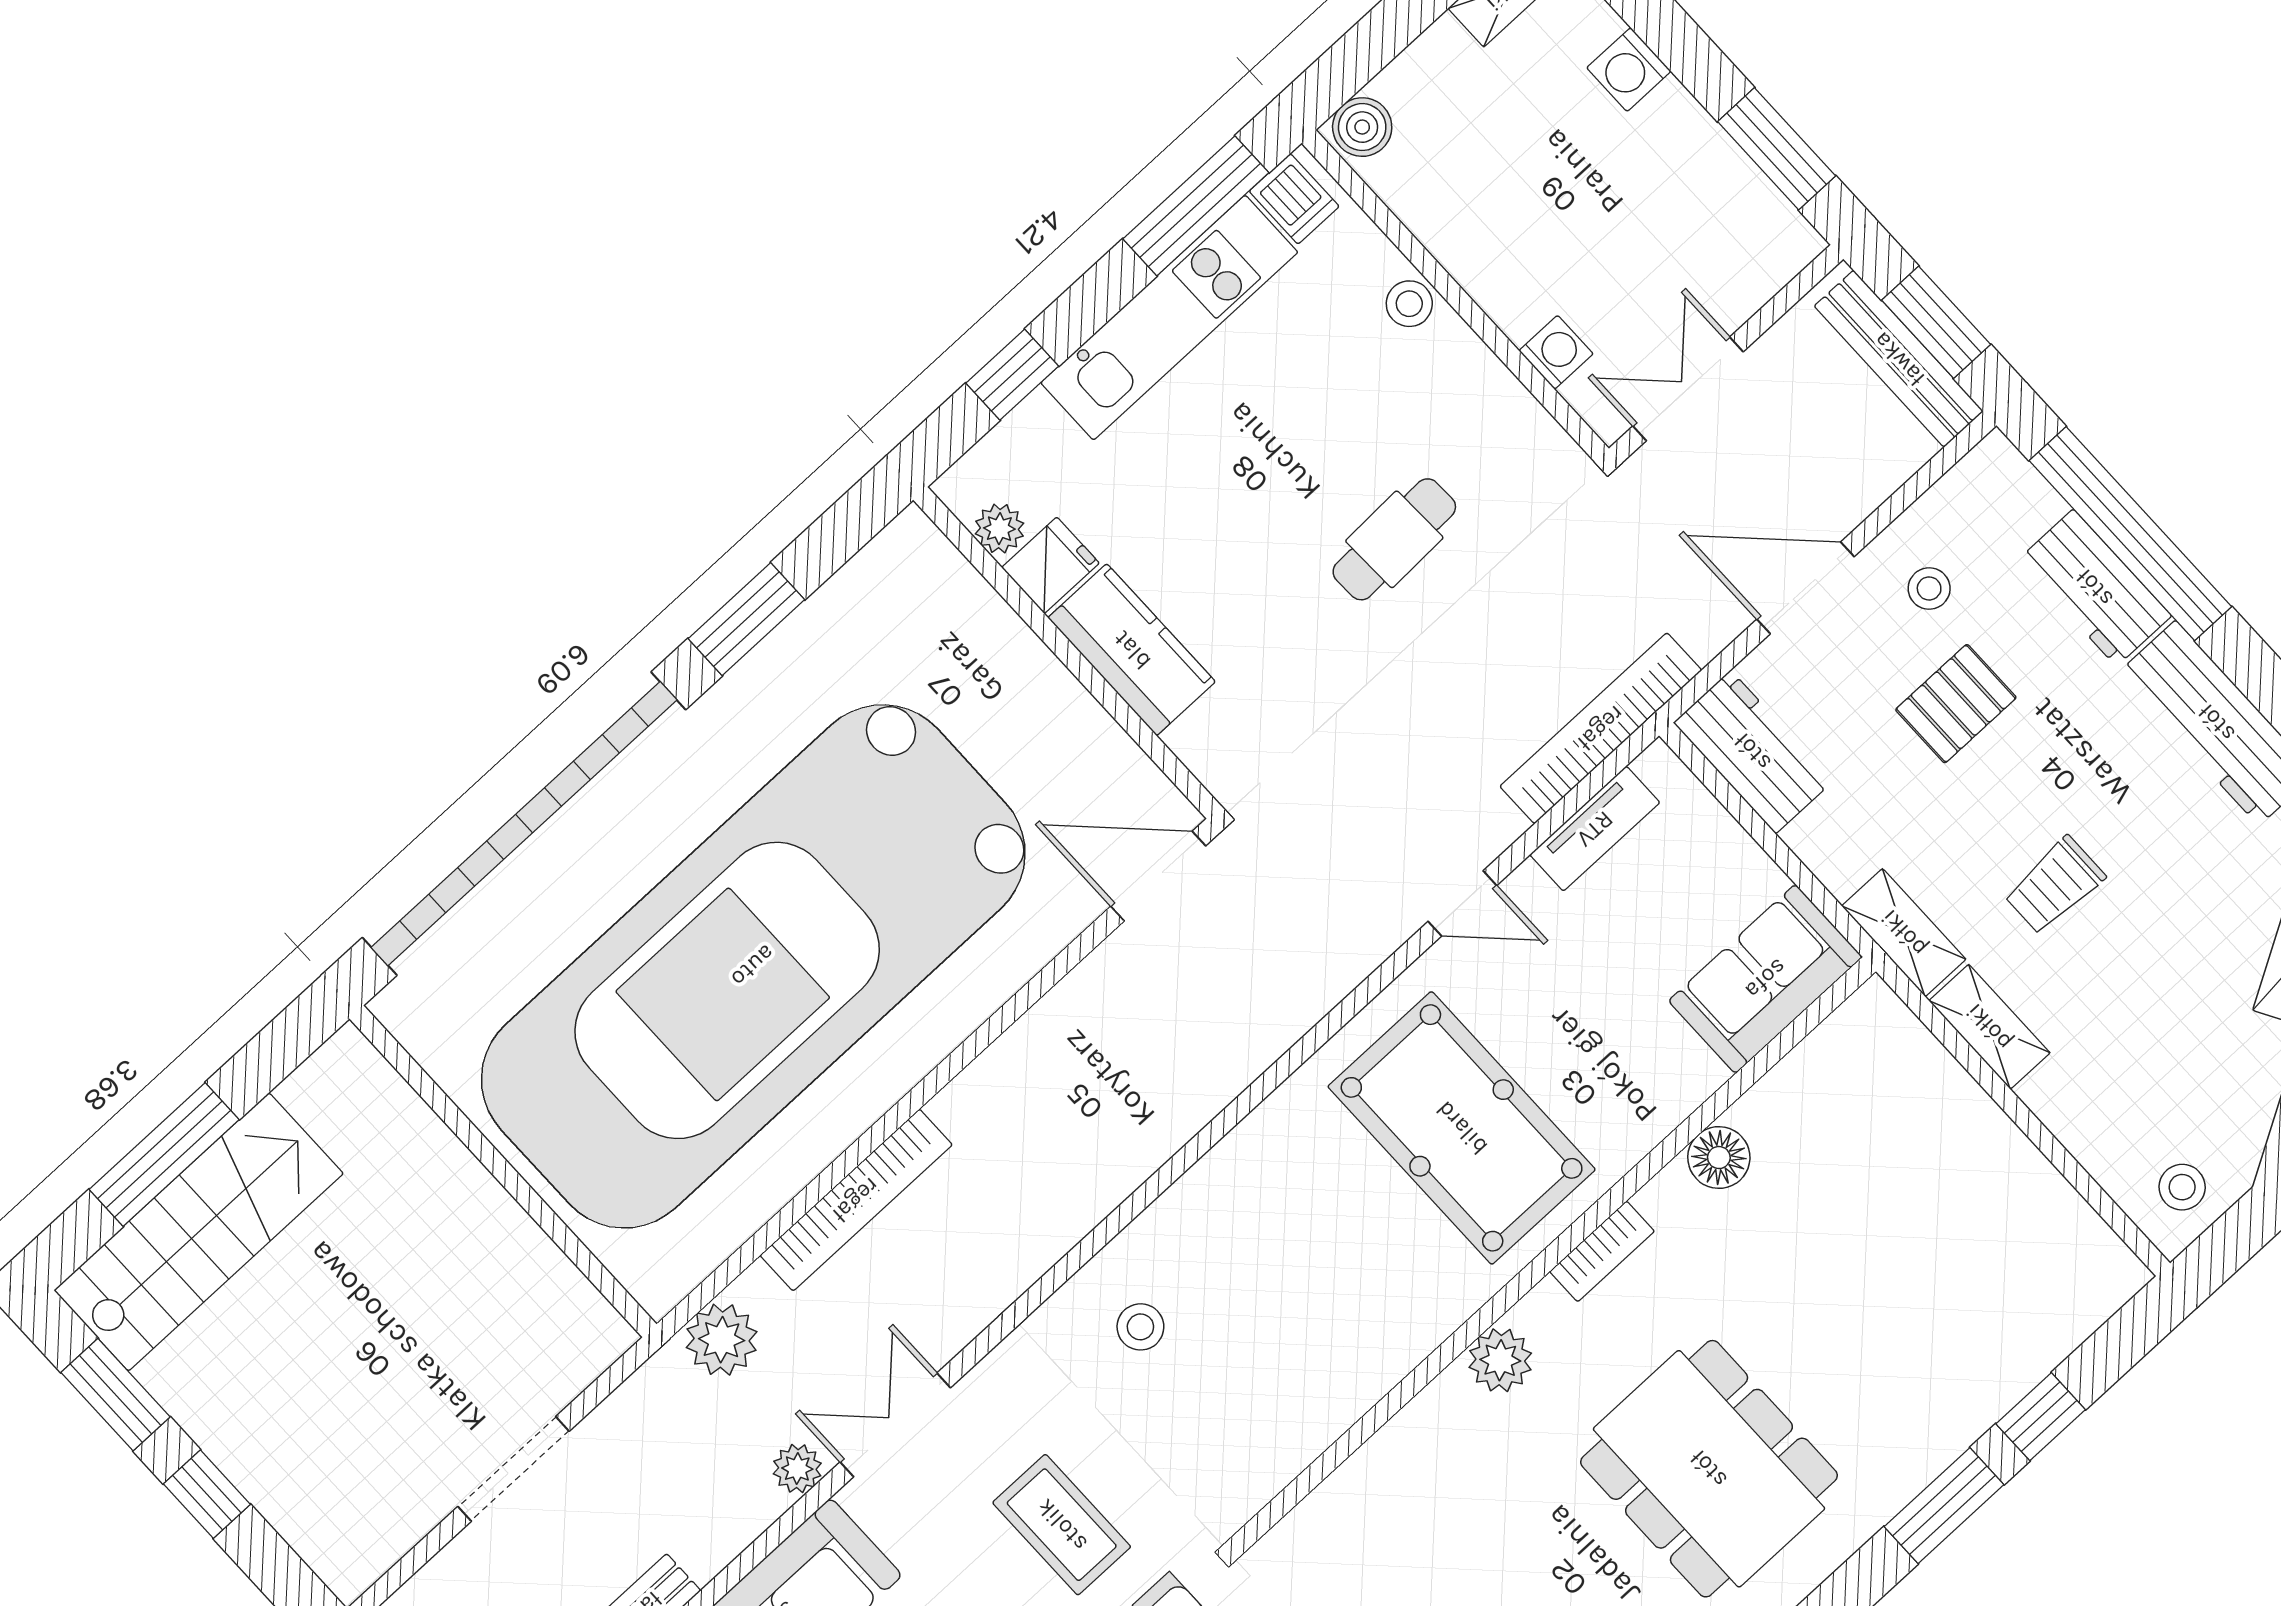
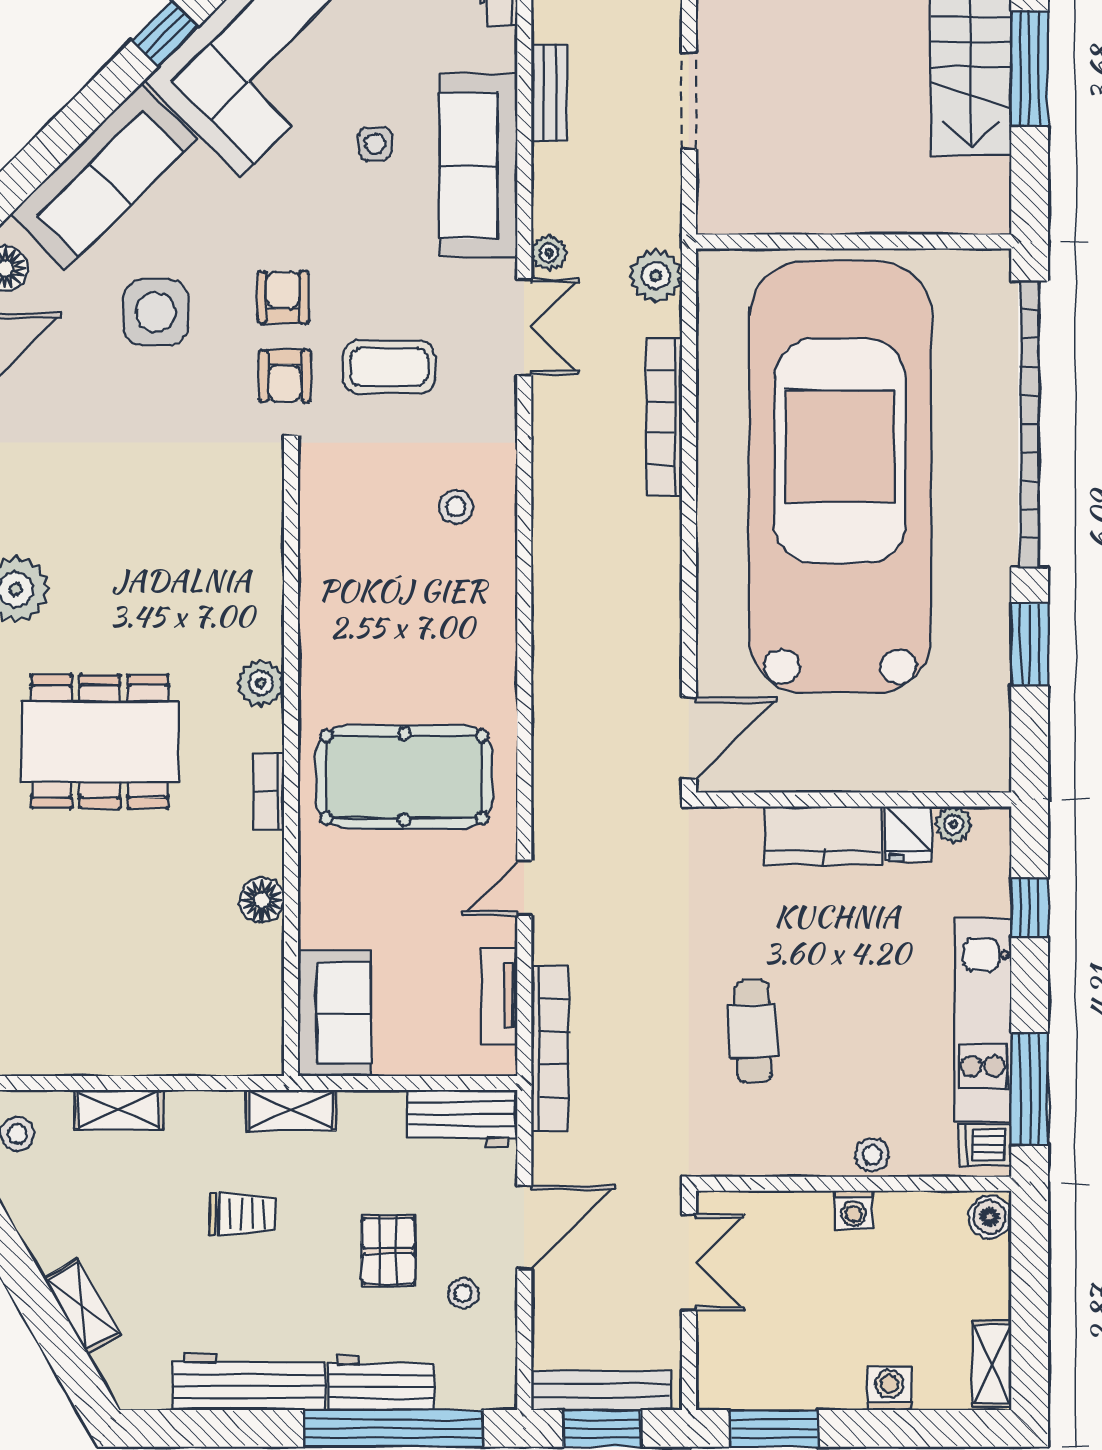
washing machine: (1556, 352) -> (854, 1210), moved
trolley: (2055, 885) -> (242, 1214), turned 90
shelving: (1989, 1027) -> (119, 1110), moved

